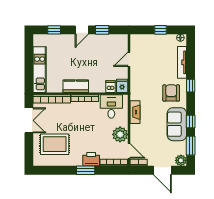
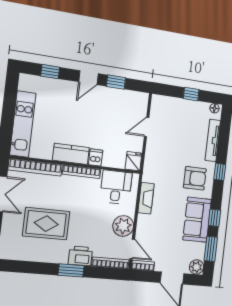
dishwasher: (111, 87) -> (96, 157), moved
armchair: (171, 93) -> (195, 178), turned 90
rug: (55, 144) -> (46, 224), moved

